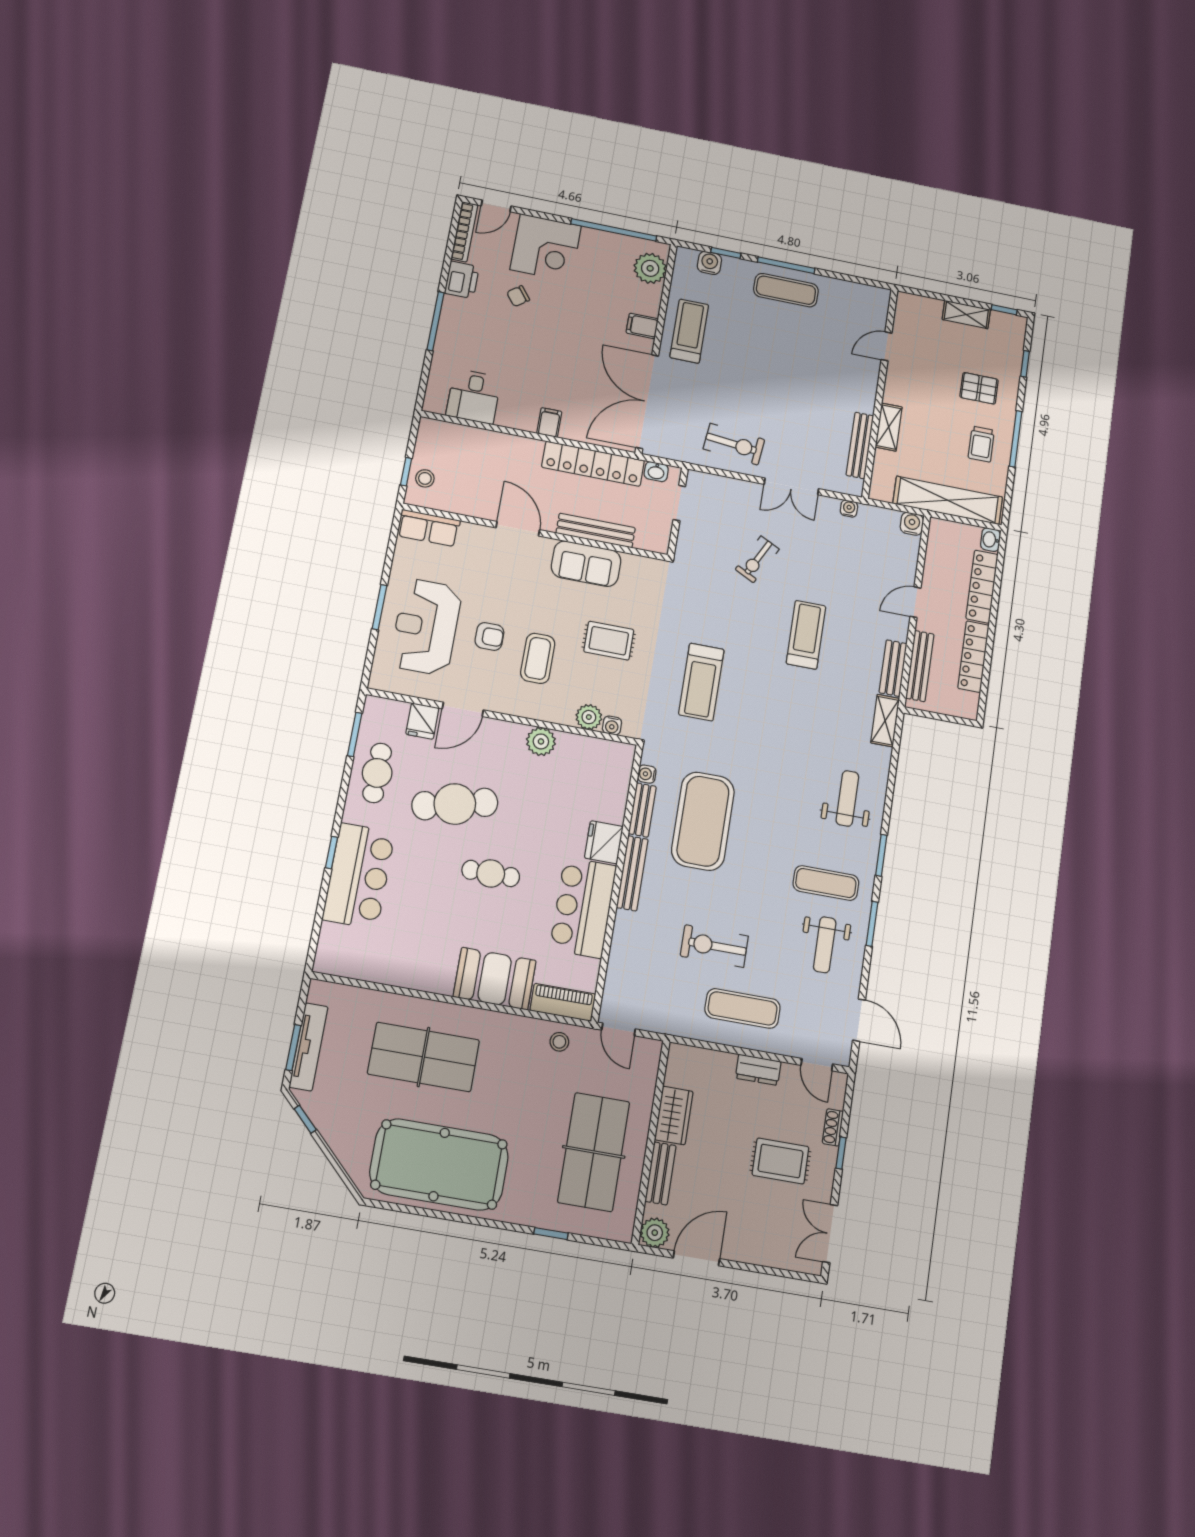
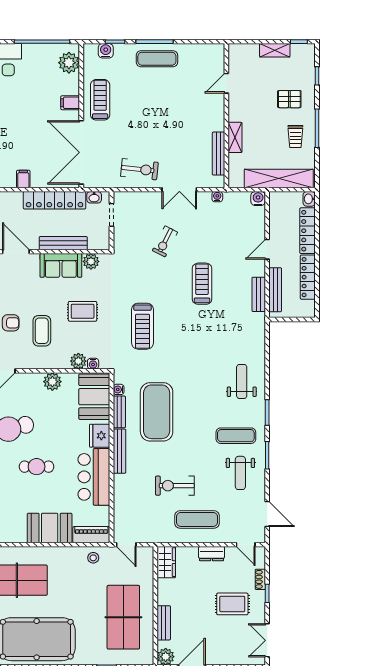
plant: (635, 567) -> (91, 261), added
shelving: (885, 721) -> (258, 329), removed
booth: (605, 778) -> (94, 397), added
wardrobe: (674, 1115) -> (166, 562), moved

